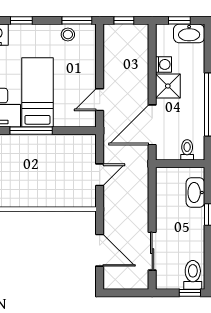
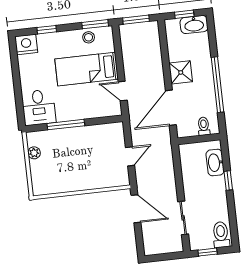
window: (124, 20) -> (136, 20), width x1.50
washing machine: (164, 64) -> (175, 54), removed
bed: (37, 92) -> (87, 69), moved, turned -90
door: (100, 100) -> (123, 91), hinge flipped
door: (100, 250) -> (136, 209), moved
window: (190, 293) -> (208, 252), moved

